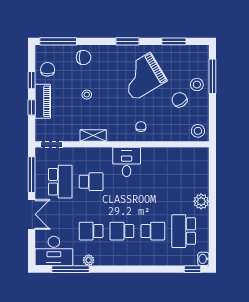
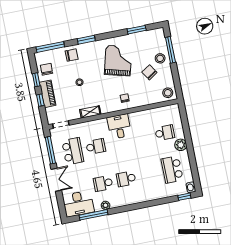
window: (127, 41) -> (86, 40), moved
grand piano: (142, 76) -> (118, 61), turned 136
school desk: (153, 231) -> (165, 133), moved

